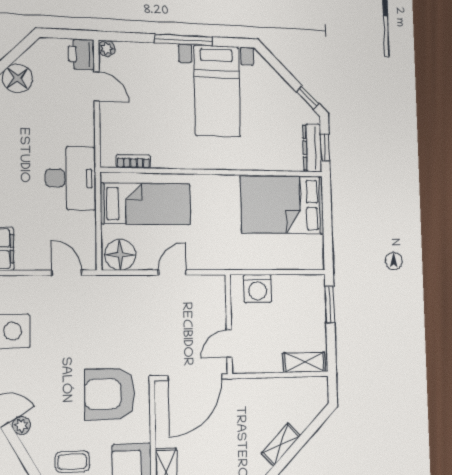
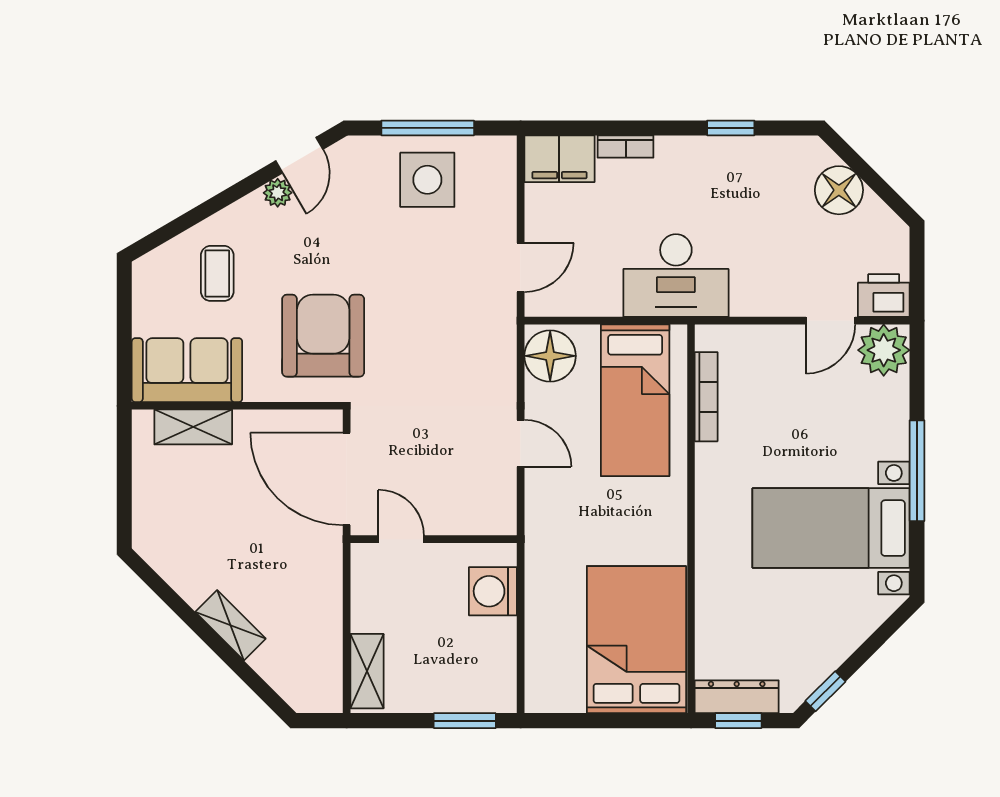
plant: (107, 48) -> (884, 350), width x1.87, depth x1.87
bookcase: (133, 161) -> (706, 397), width x1.56

